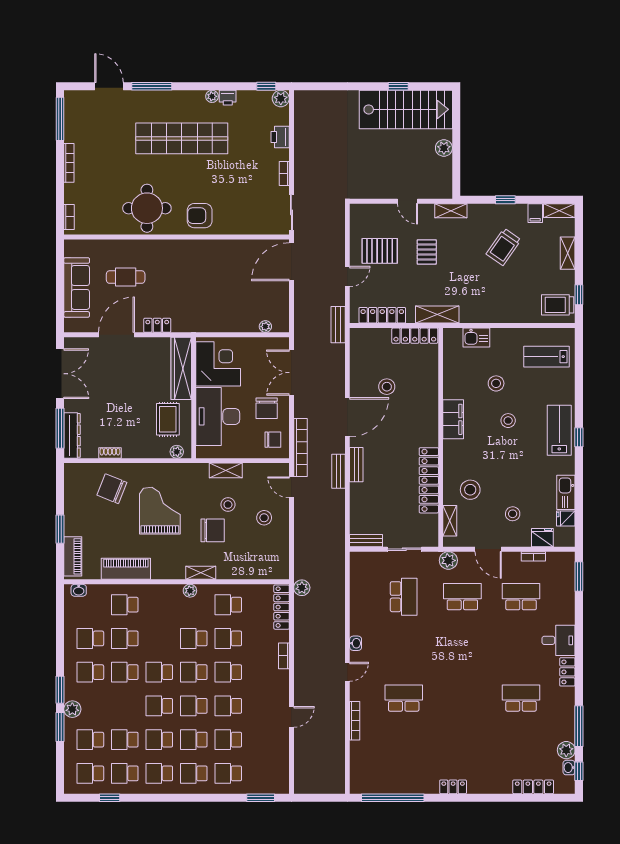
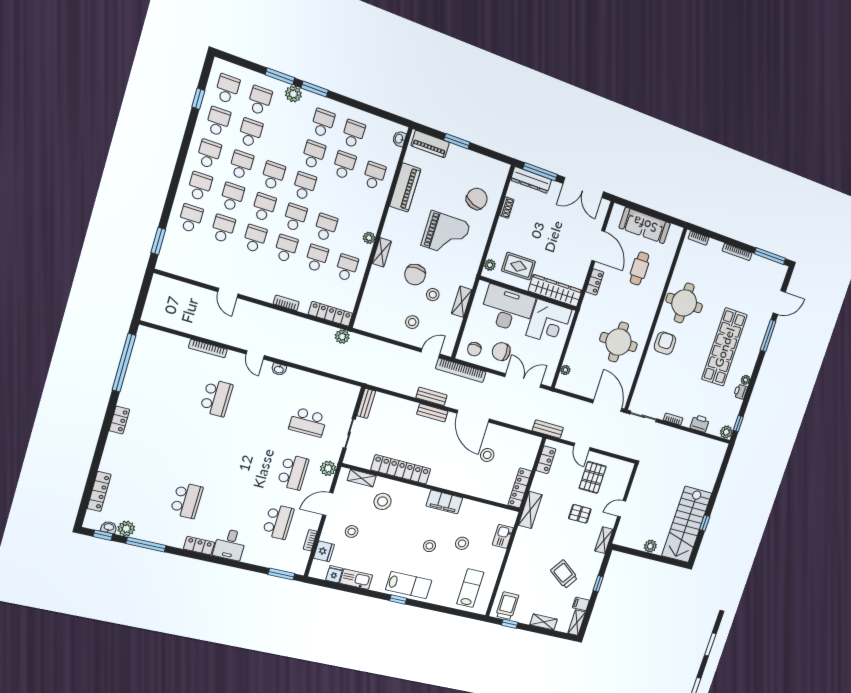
round table: (215, 273) -> (618, 342), added
locker: (382, 315) -> (546, 460), width x0.66

